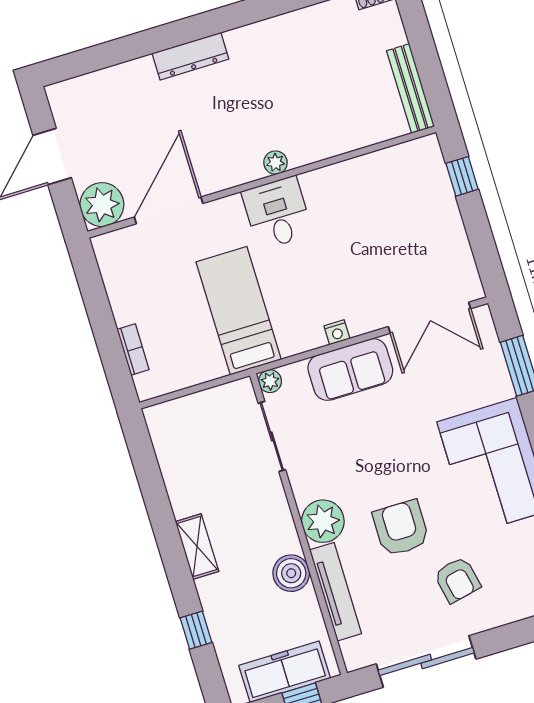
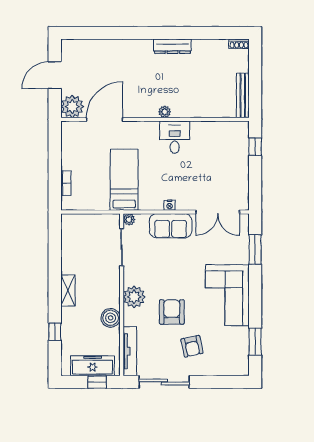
dresser: (190, 56) -> (172, 46), moved
desk: (277, 213) -> (175, 137), moved
tv unit: (336, 592) -> (130, 351), moved

